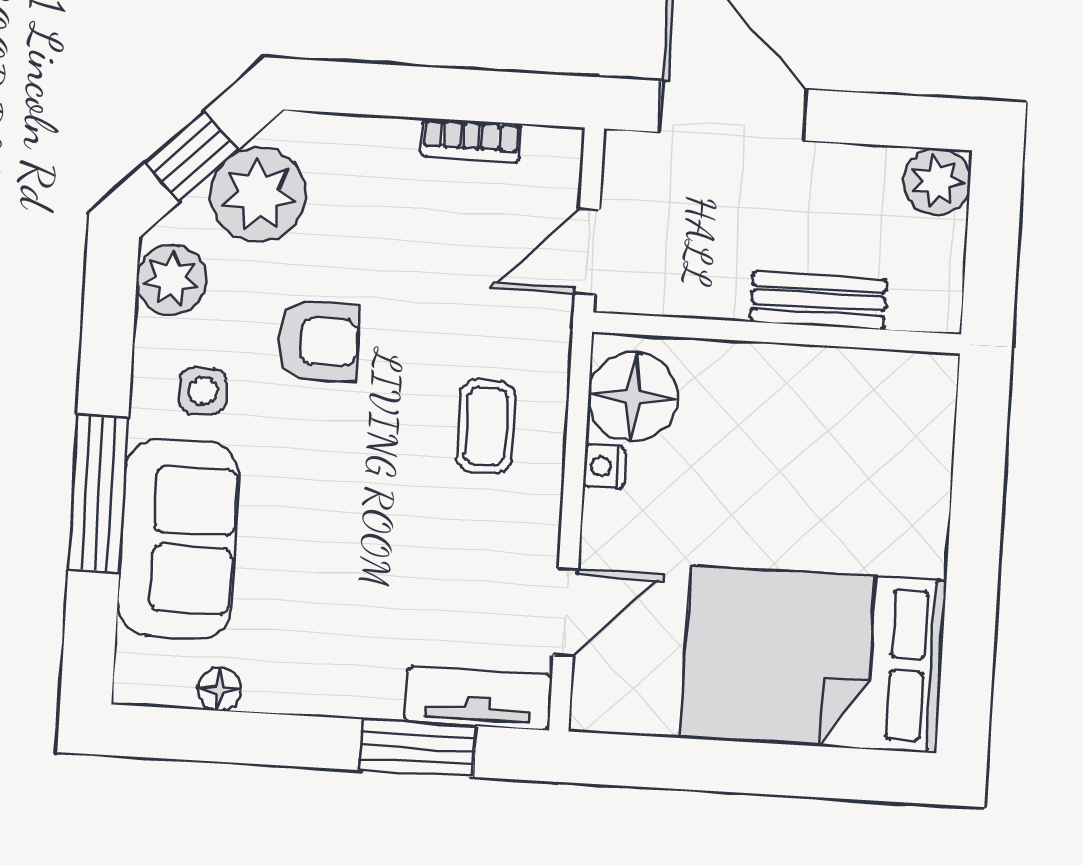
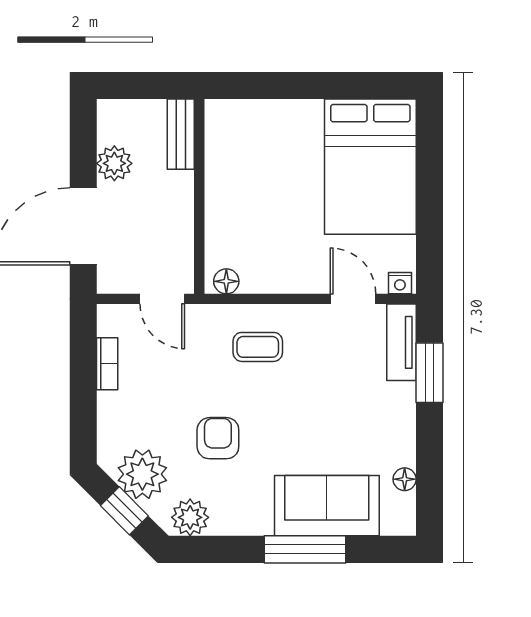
plant: (937, 182) -> (114, 163), moved
bench: (818, 300) -> (181, 134), moved
side table: (203, 391) -> (248, 497), removed
floor lamp: (633, 397) -> (226, 281), width x0.53, depth x0.53
nightstand: (604, 467) -> (400, 283), moved

